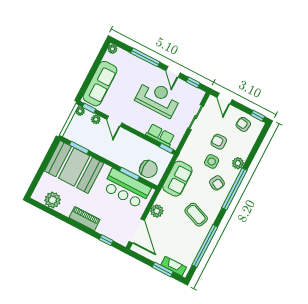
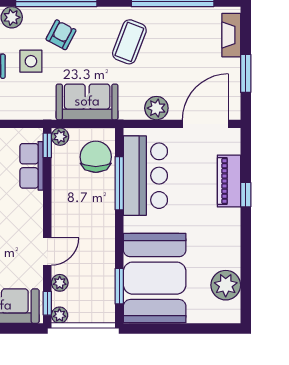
plant: (167, 157) -> (60, 137), added
window: (130, 174) -> (119, 183), width x1.44
piano: (85, 219) -> (229, 181), moved
window: (106, 240) -> (246, 195), moved
window: (163, 269) -> (246, 73), moved

